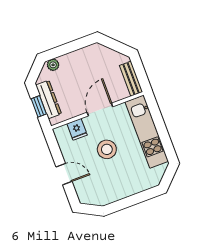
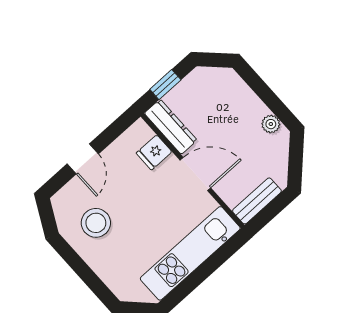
plant: (53, 65) -> (271, 124), moved
dresser: (49, 99) -> (171, 127), moved, turned -90
stool: (107, 149) -> (96, 223), moved

